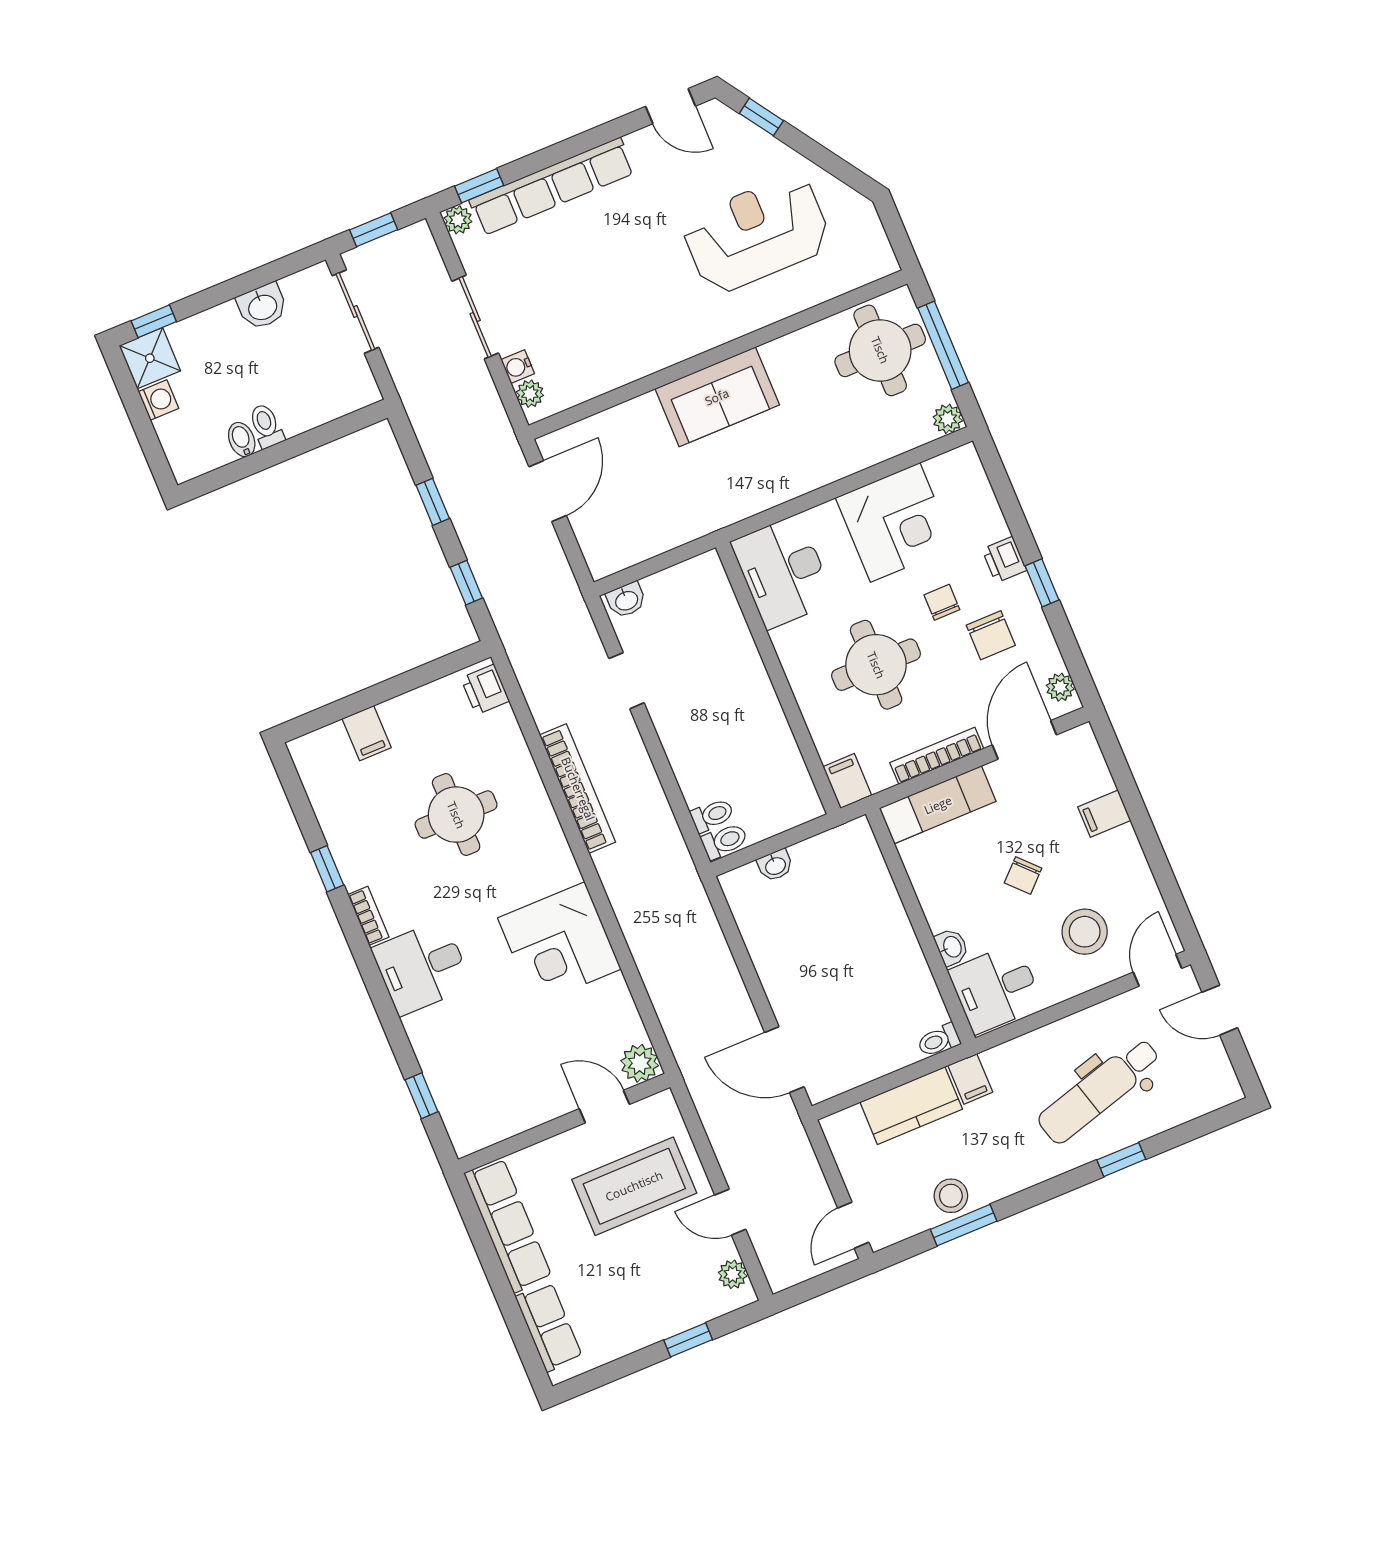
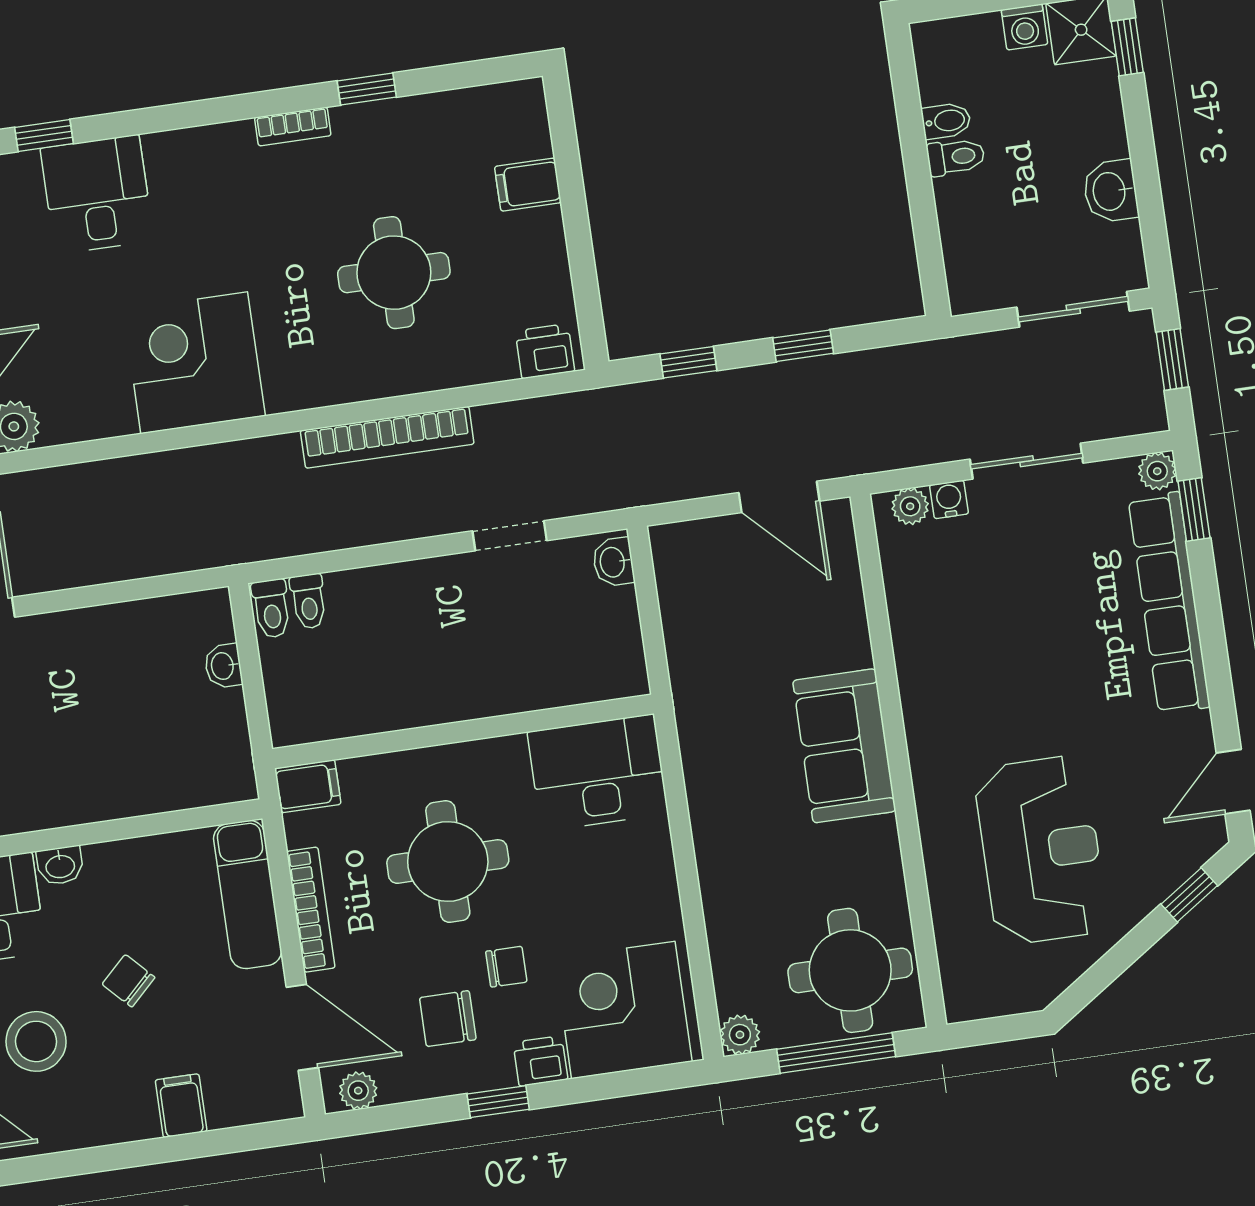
corner desk: (895, 522) -> (623, 1010), moved, turned 90
desk: (422, 967) -> (97, 194), moved

